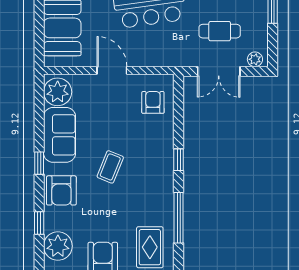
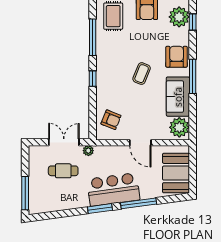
plant: (255, 59) -> (88, 151), moved
armchair: (153, 102) -> (111, 120), turned -68
window: (39, 163) -> (193, 76), width x2.17
window: (39, 223) -> (193, 22), moved

